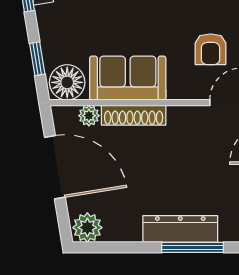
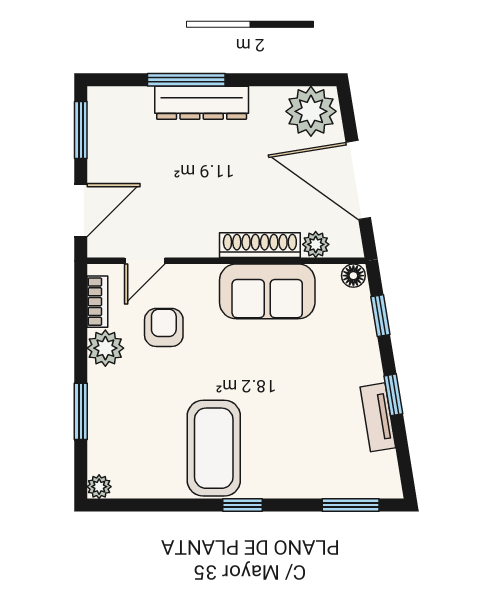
floor lamp: (67, 82) -> (353, 276), width x0.53, depth x0.53
plant: (87, 228) -> (311, 111), width x1.36, depth x1.36

